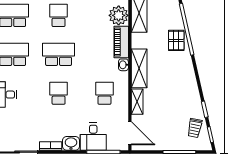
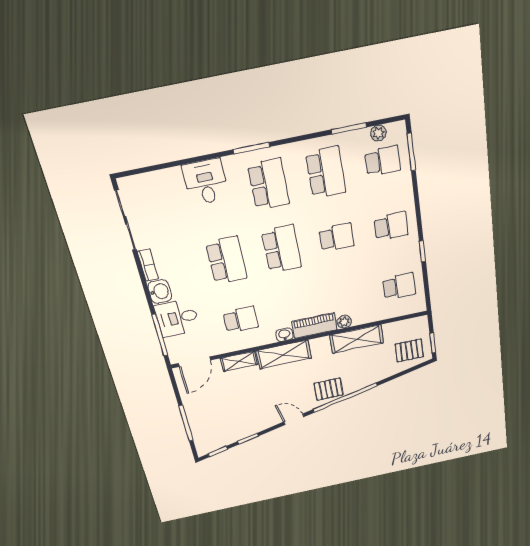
plant: (119, 15) -> (344, 322), width x0.53, depth x0.53
door: (196, 71) -> (294, 419), added
school desk: (59, 93) -> (226, 260), width x1.85
trolley: (195, 128) -> (221, 433), removed

